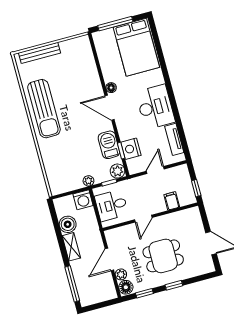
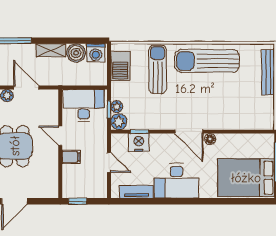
door: (110, 108) -> (189, 132), swing flipped
barbecue: (109, 145) -> (120, 66), moved, turned 90
sun lounger: (63, 150) -> (158, 69), added
plant: (88, 181) -> (117, 107), moved
washing machine: (83, 200) -> (96, 53), moved, turned -90
filing cabinet: (172, 201) -> (71, 157), moved
desk: (111, 205) -> (84, 105), width x1.37

